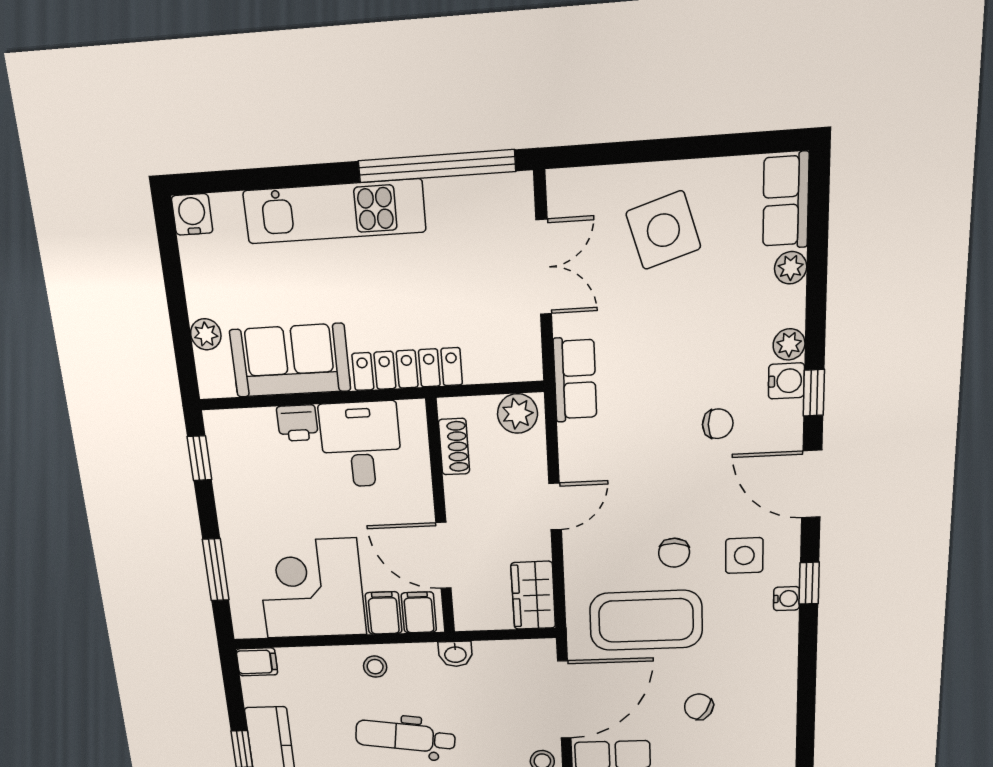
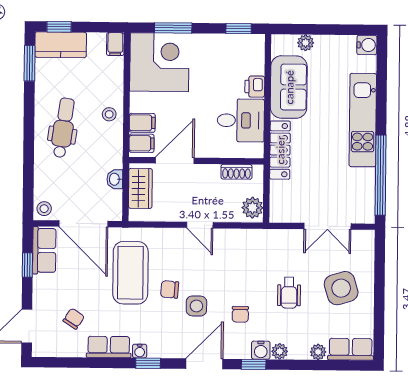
wheelchair: (675, 334) -> (289, 293), added
row of seats: (575, 379) -> (109, 347), moved, turned 180
side table: (744, 556) -> (196, 306), moved
corner desk: (311, 589) -> (159, 62), moved
wardrobe: (533, 595) -> (140, 188), moved, turned 90
washbasin: (455, 654) -> (115, 179), moved
chair: (699, 707) -> (74, 319), moved

